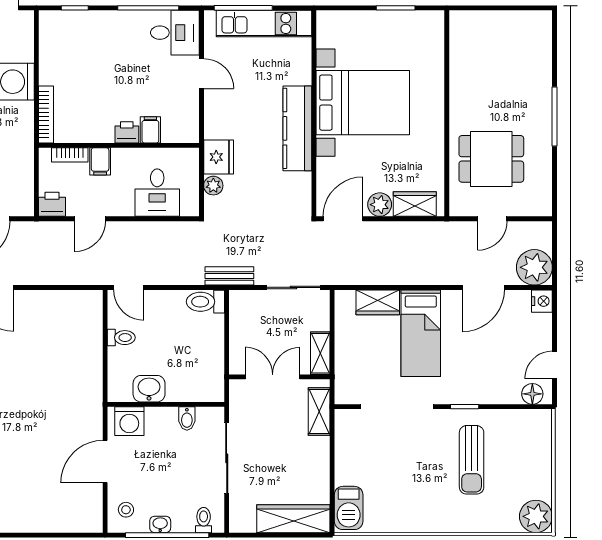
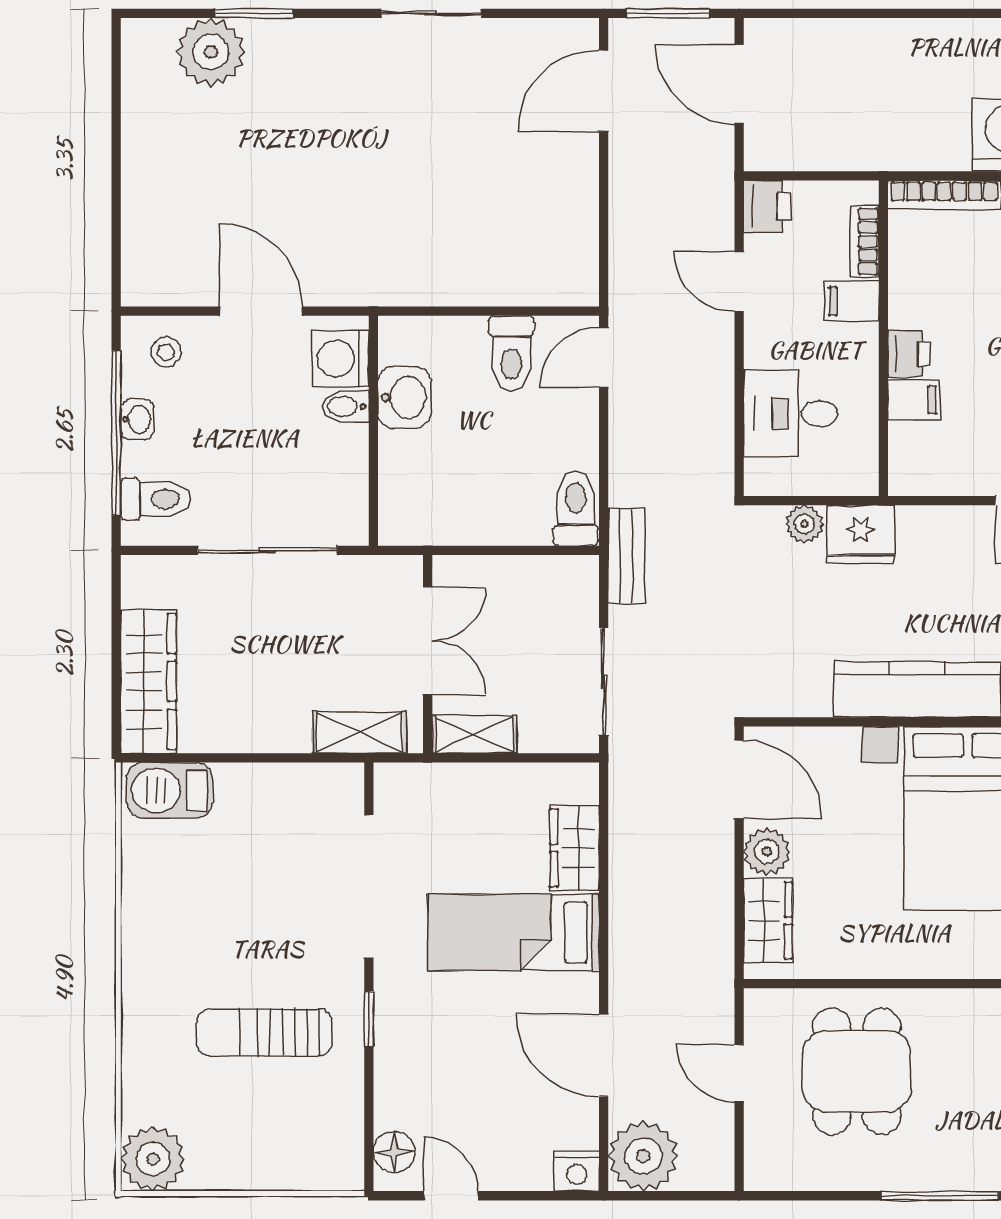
toilet: (121, 338) -> (511, 353), width x1.37, depth x1.39
bidet: (187, 419) -> (346, 407), moved
toilet: (204, 520) -> (156, 499), width x1.37, depth x1.39

